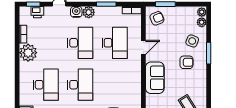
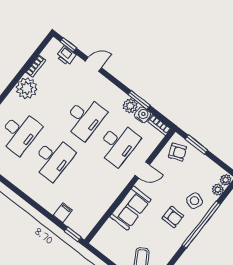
water cooler: (76, 12) -> (143, 115), moved
plant: (89, 12) -> (130, 106), moved
window: (209, 53) -> (201, 225), width x2.11

